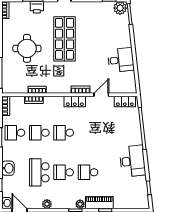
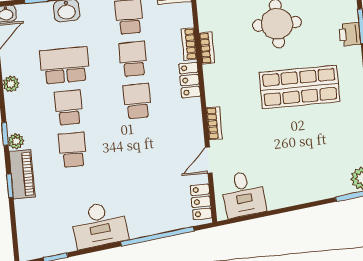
desk: (121, 60) -> (243, 194), moved
door: (101, 95) -> (209, 160), swing flipped
locker: (75, 102) -> (190, 80), moved

